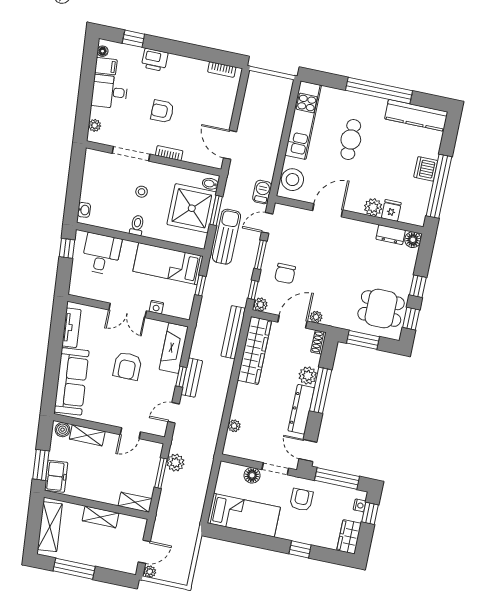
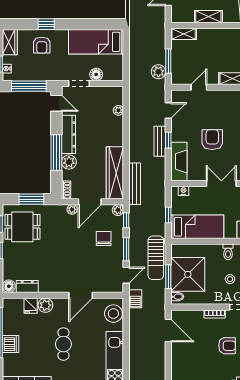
cafe table: (351, 140) -> (63, 344), moved
nightstand: (156, 307) -> (183, 191), moved
armchair: (301, 500) -> (42, 45), moved

